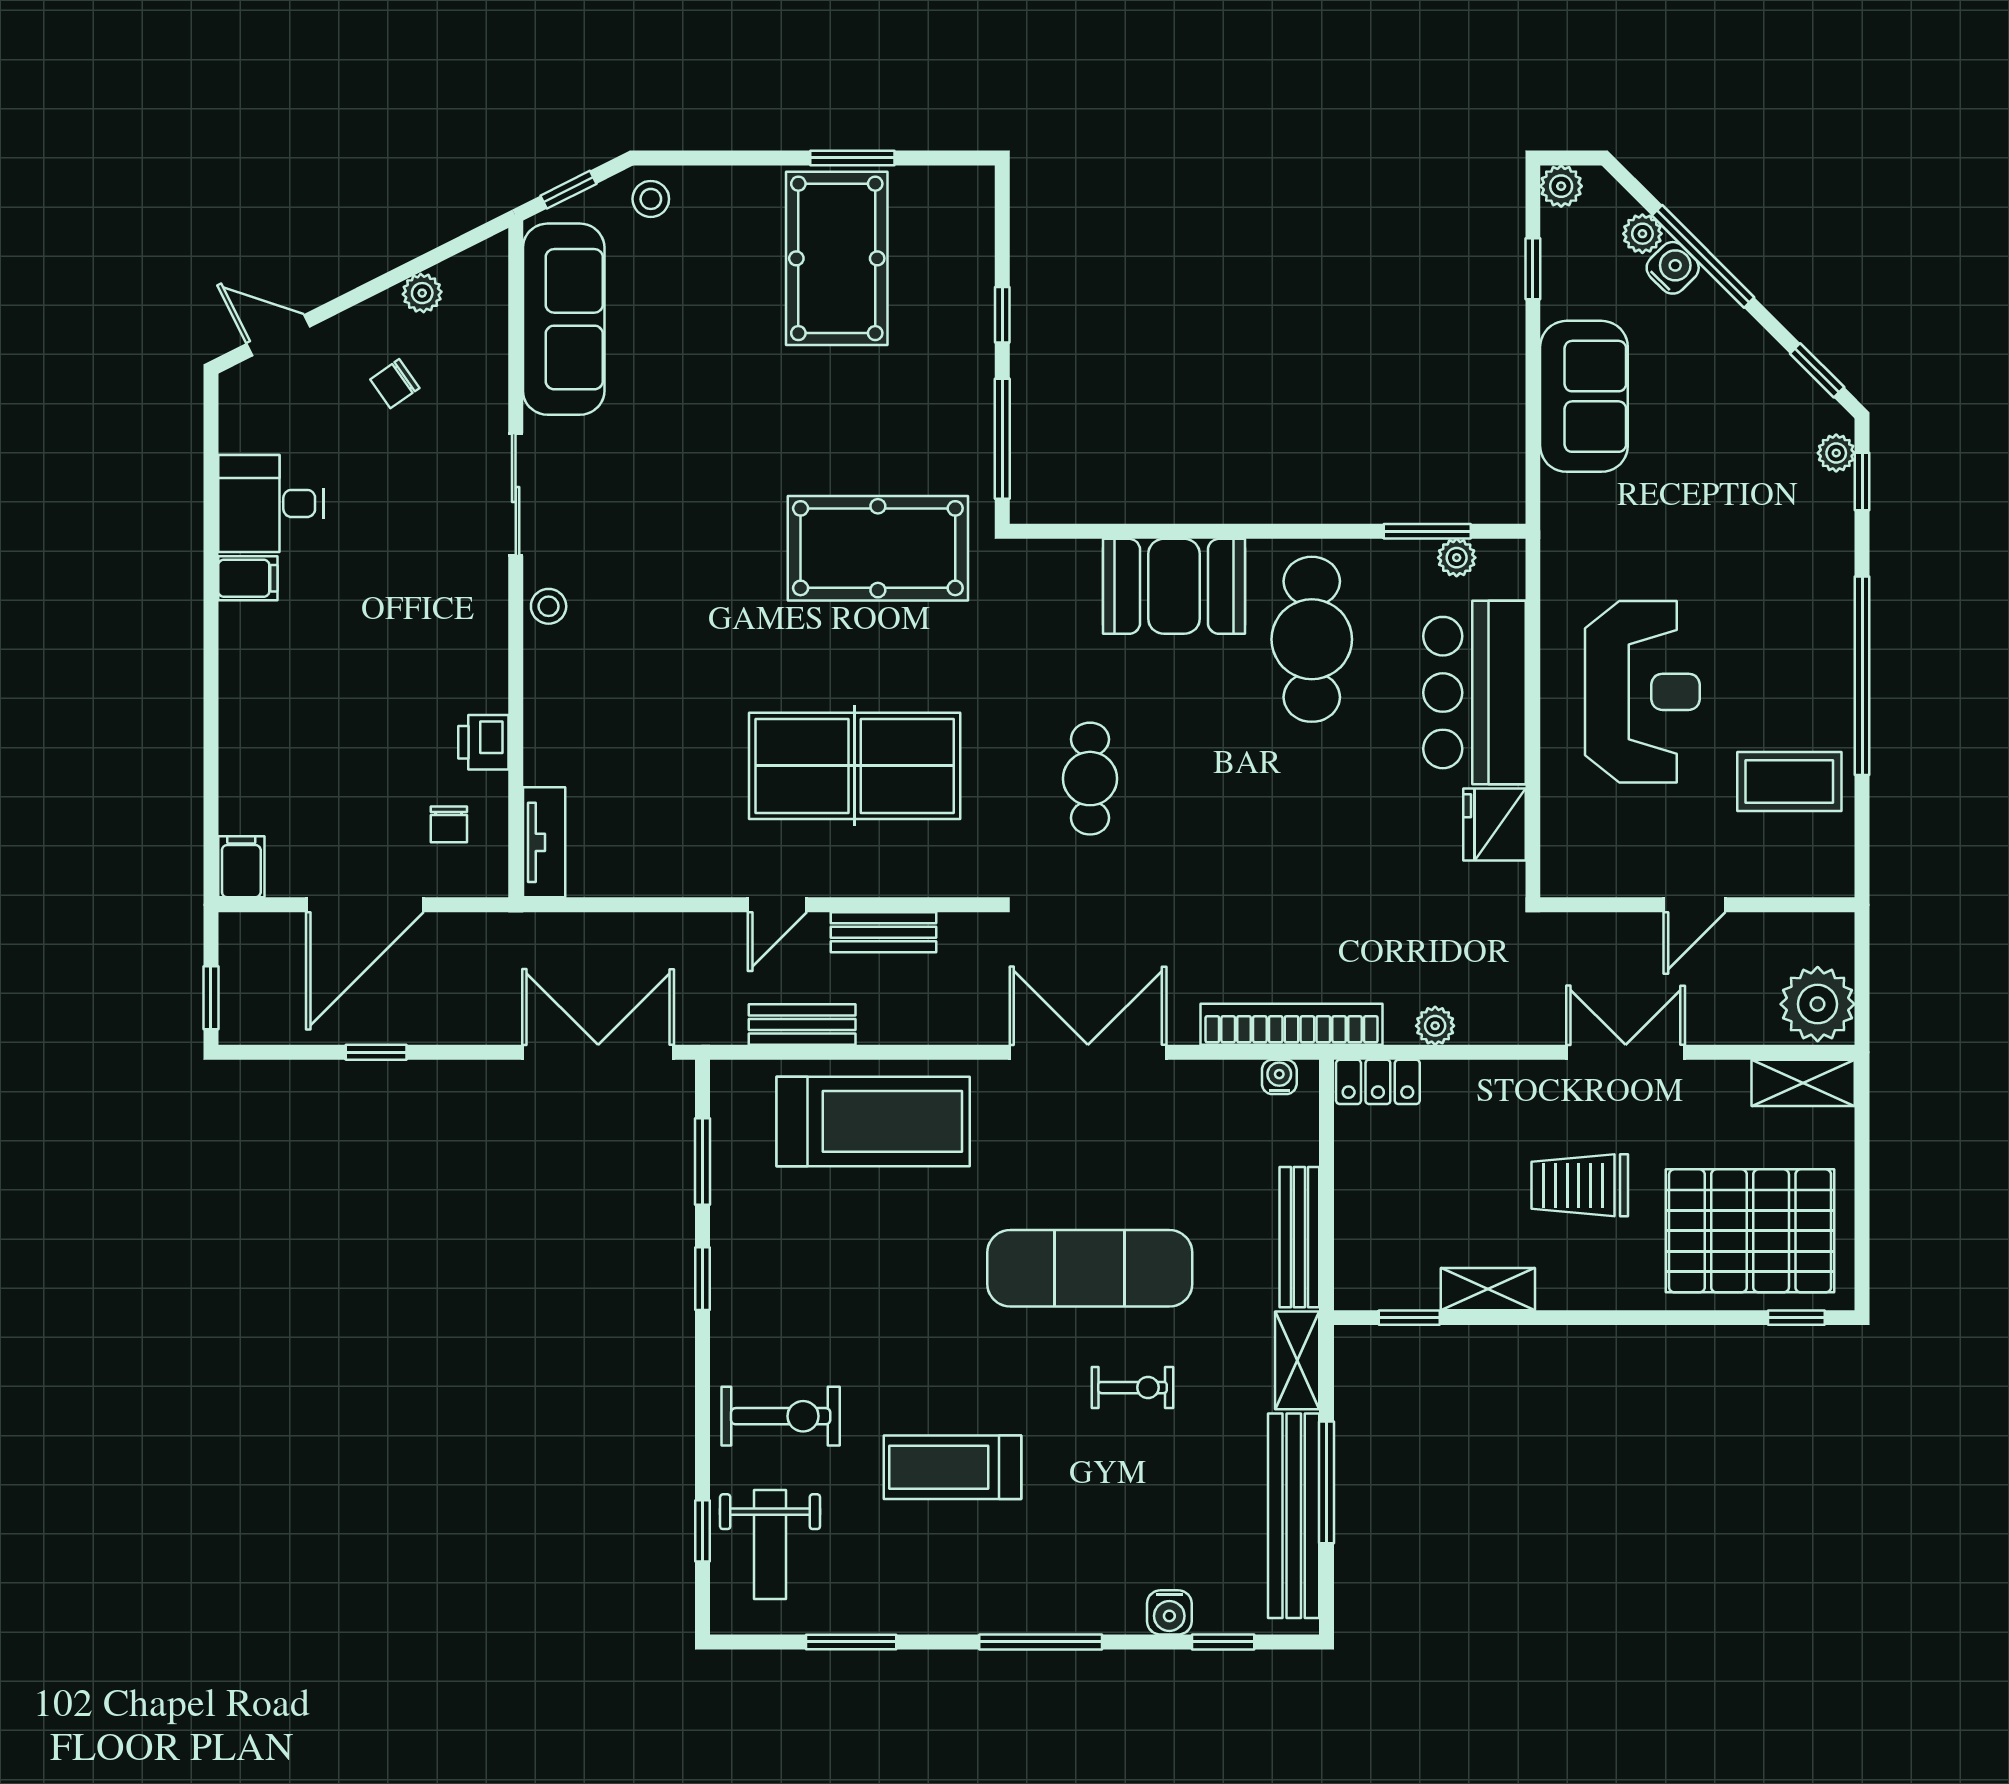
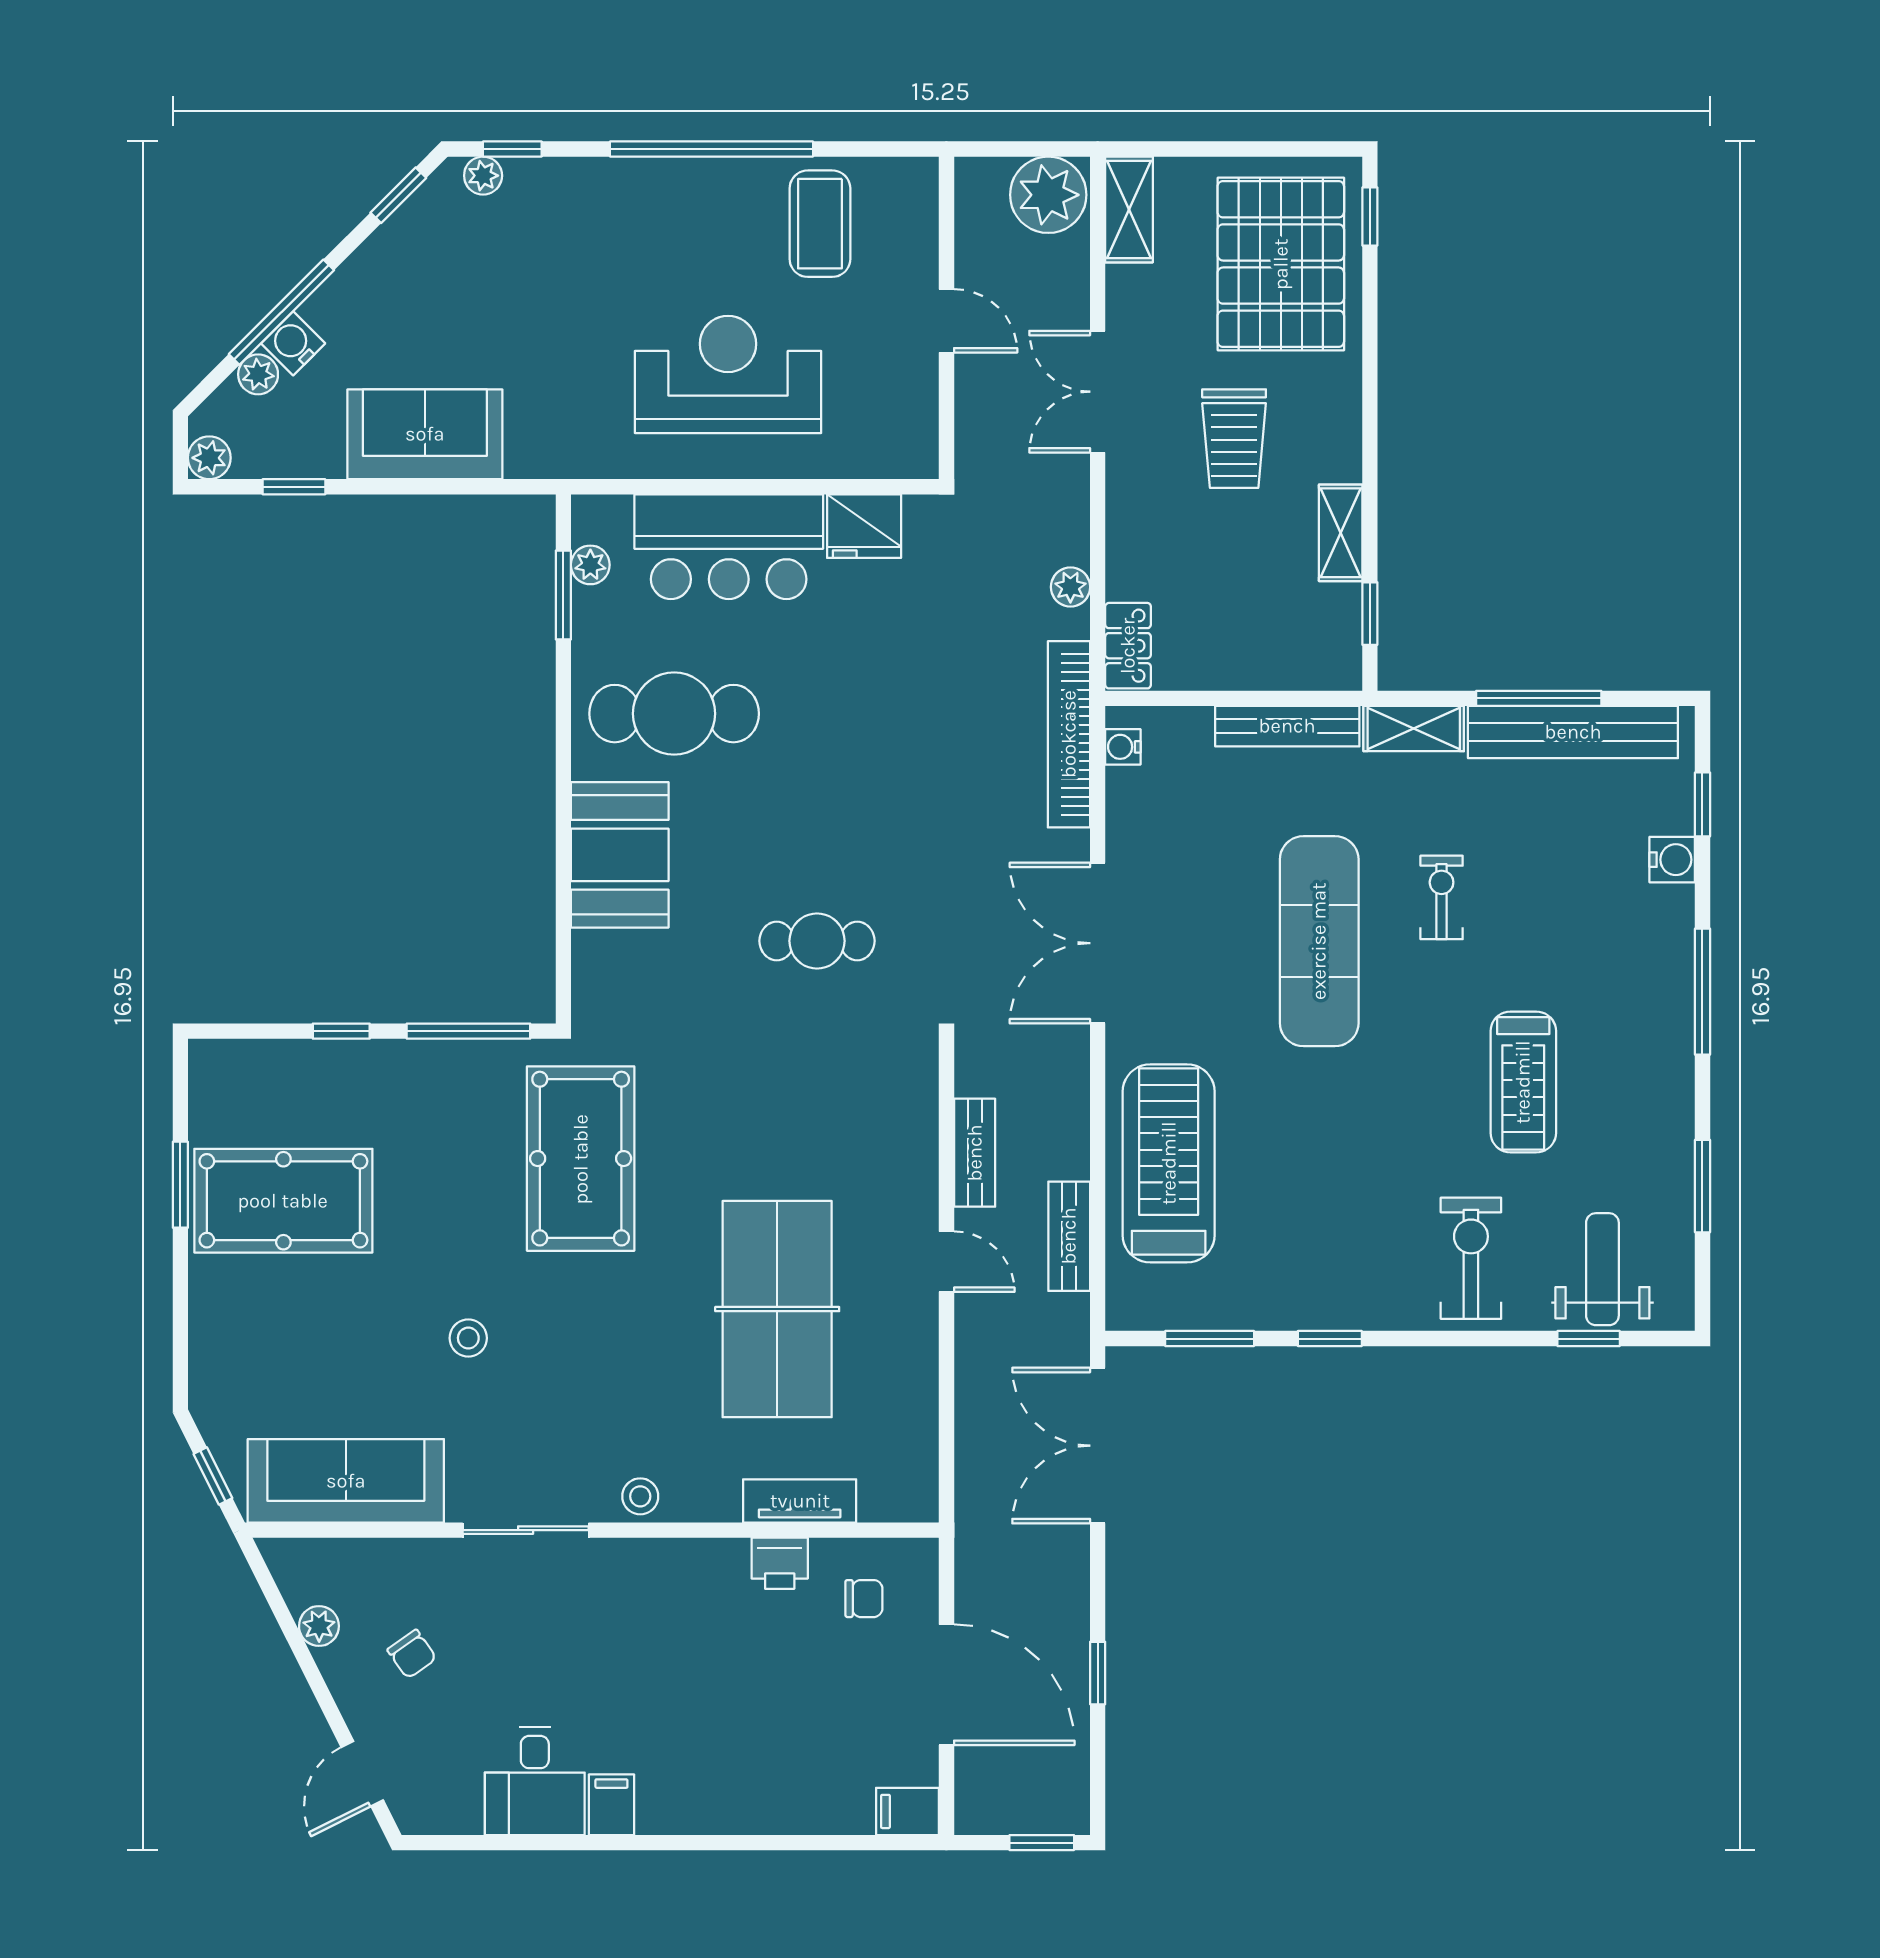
stool: (651, 199) -> (468, 1338), moved
table tennis table: (855, 766) -> (777, 1309), moved
tv unit: (544, 842) -> (800, 1501), moved
weight bench: (770, 1544) -> (1602, 1269), turned -90

